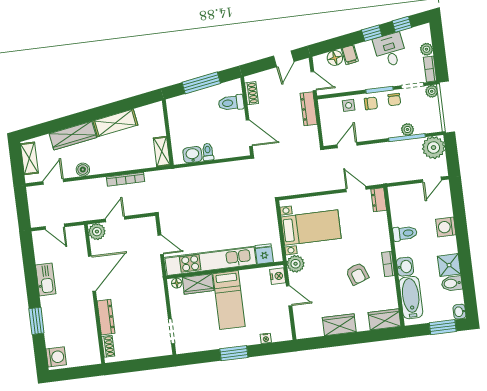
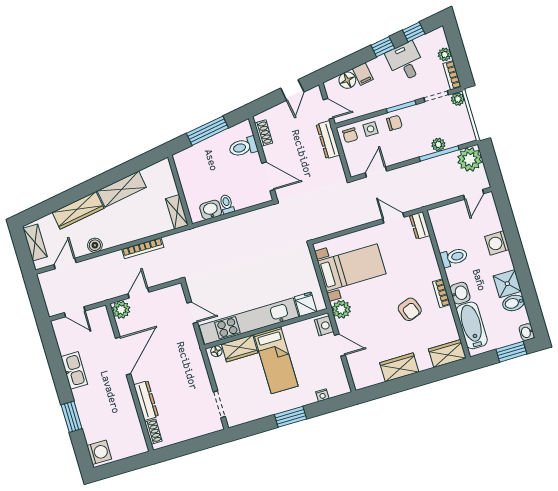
chair: (394, 100) -> (350, 135), moved

